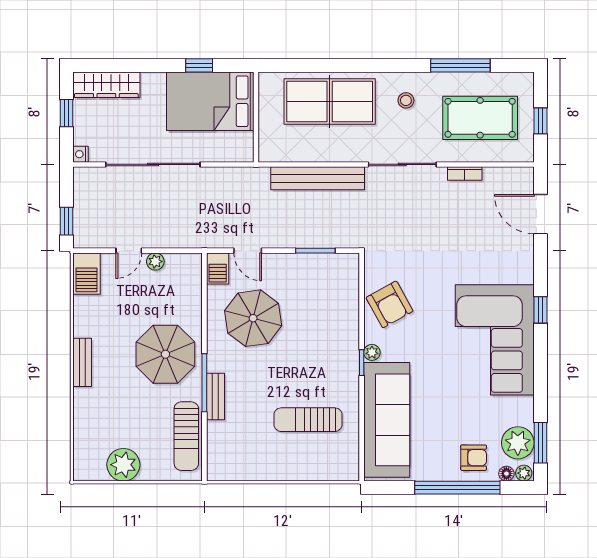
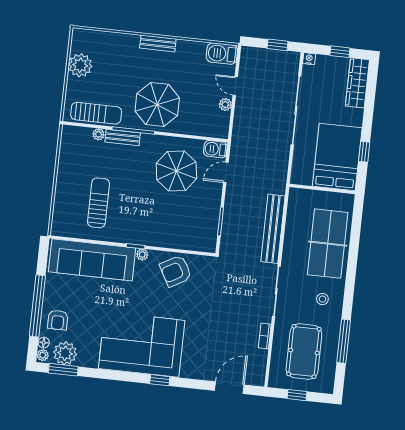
window: (66, 221) -> (277, 45), moved
plant: (215, 430) -> (99, 134), added
sun lounger: (186, 436) -> (96, 113), turned 180

